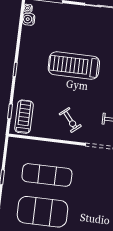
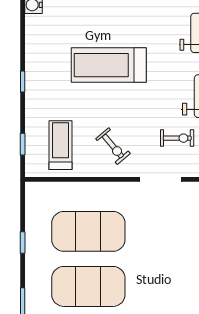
treadmill: (24, 117) -> (60, 145), moved
exercise mat: (47, 175) -> (88, 231), width x1.47

